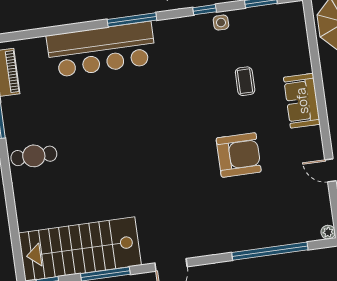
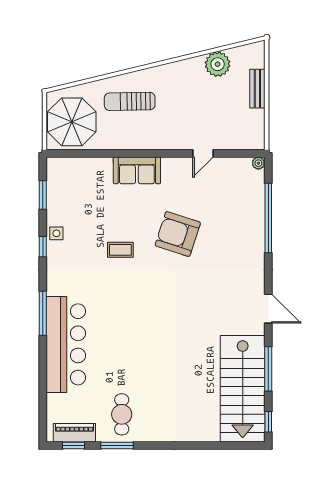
coffee table: (245, 81) -> (120, 250), moved
armchair: (239, 155) -> (178, 234), turned -72
cafe table: (34, 156) -> (122, 414), moved

